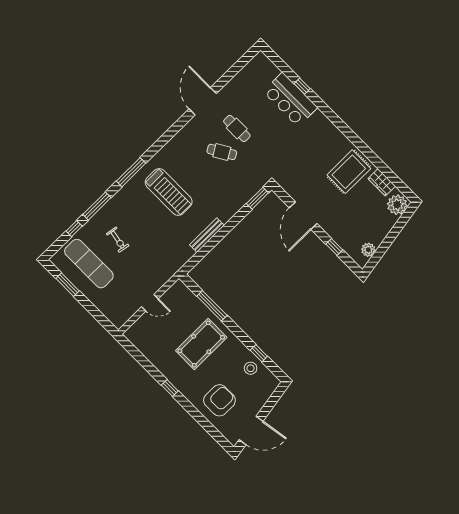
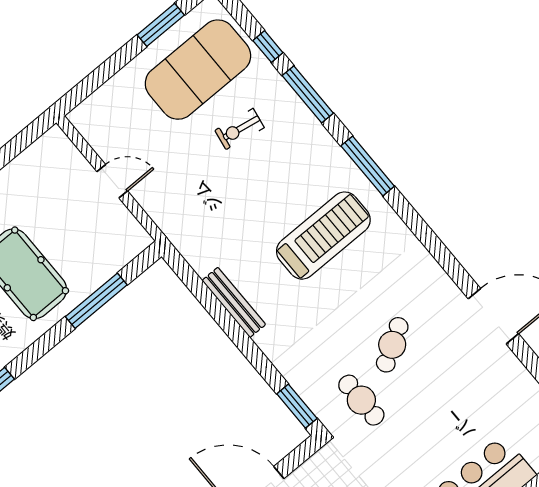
cafe table: (237, 128) -> (361, 400), moved, turned 90
treadmill: (169, 192) -> (323, 236), turned 180
exercise mat: (89, 264) -> (198, 70), width x1.47
door: (150, 303) -> (112, 181), swing flipped

